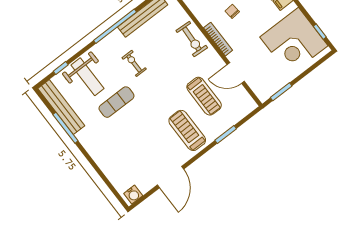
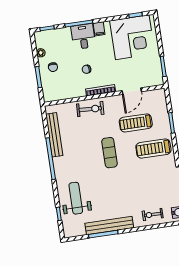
exercise bike: (134, 63) -> (153, 214), moved
weight bench: (88, 77) -> (76, 198), turned -90
treadmill: (204, 96) -> (136, 123), turned 180
exercise mat: (116, 102) -> (110, 153), moved
bench: (61, 107) -> (109, 226), moved

